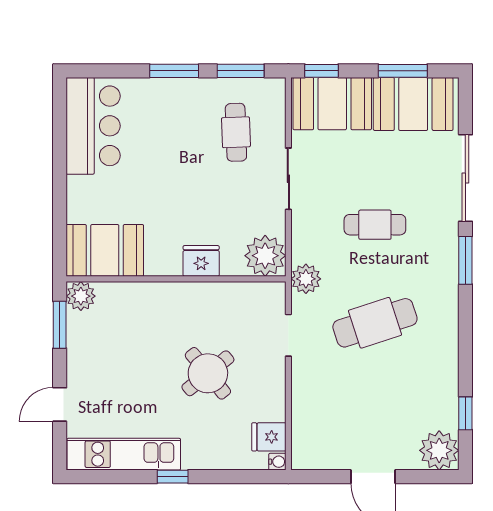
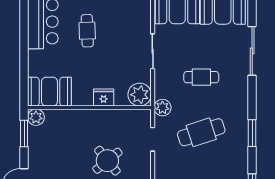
cafe table: (236, 132) -> (87, 31), moved
window: (465, 260) -> (252, 133), moved

